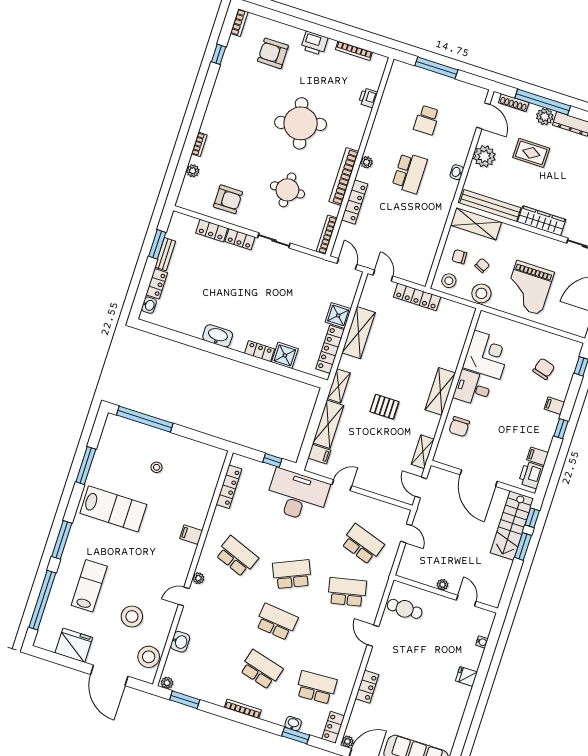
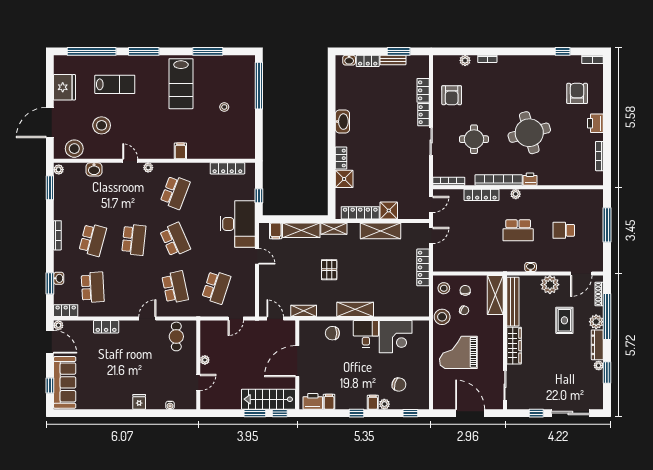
printer: (368, 98) -> (530, 179), moved
plant: (561, 393) -> (384, 404), added
door: (421, 488) -> (275, 319), hinge flipped

